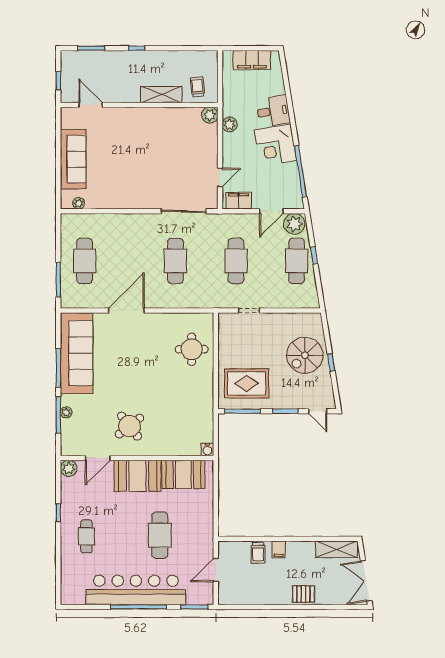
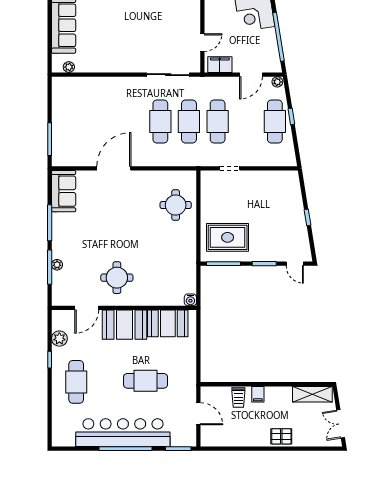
plant: (294, 224) -> (277, 82), width x0.53, depth x0.53
cafe table: (85, 261) -> (189, 121), moved
sofa: (77, 353) -> (64, 191), width x0.54, depth x0.79
spiral stairs: (305, 355) -> (283, 211), removed
round table: (129, 426) -> (117, 278), turned 38
plant: (69, 468) -> (59, 339), moved
cafe table: (160, 535) -> (146, 381), turned 90
cafe table: (86, 536) -> (76, 382), width x1.37, depth x1.35
door: (216, 570) -> (198, 414), swing flipped
double door: (366, 581) -> (341, 424), width x0.73

